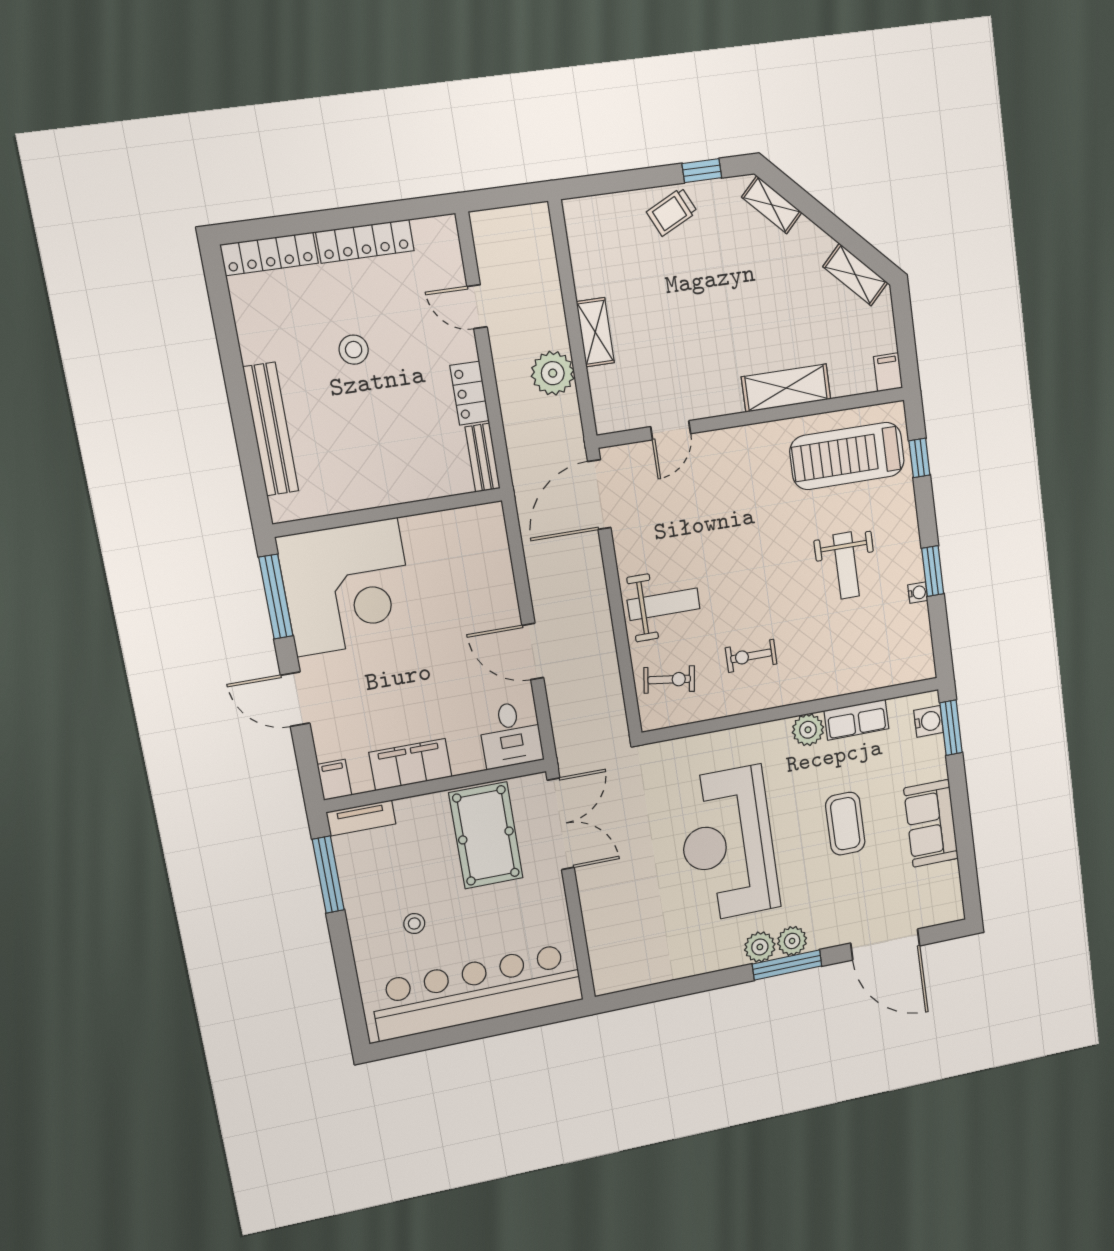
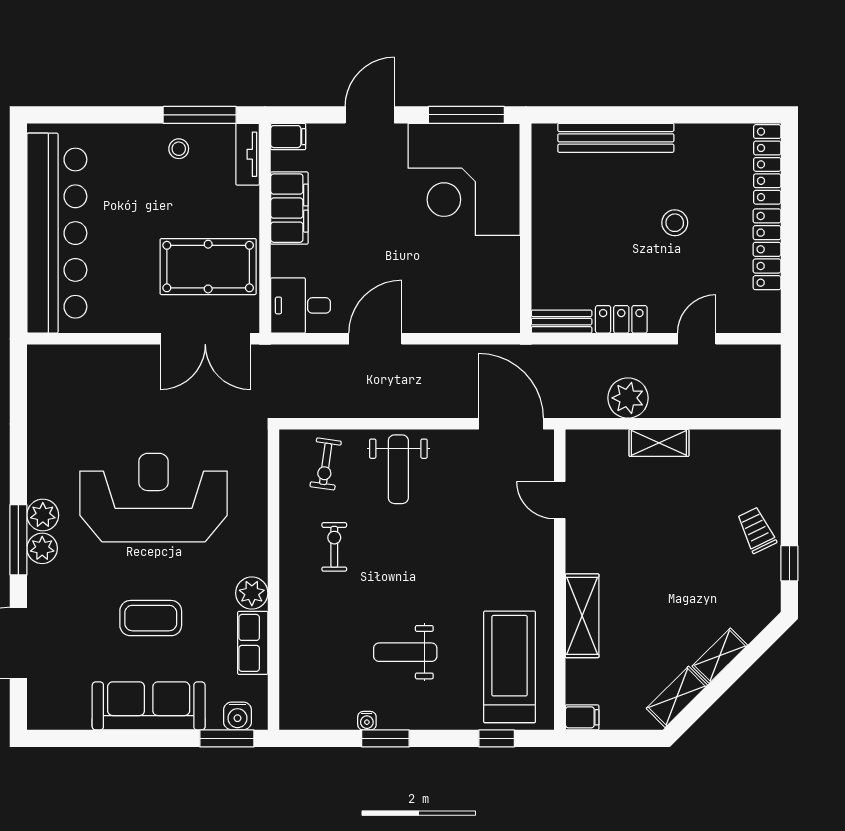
shelving: (772, 205) -> (720, 656), moved
sofa: (931, 823) -> (149, 706), width x1.36
stool: (414, 924) -> (179, 149), moved

